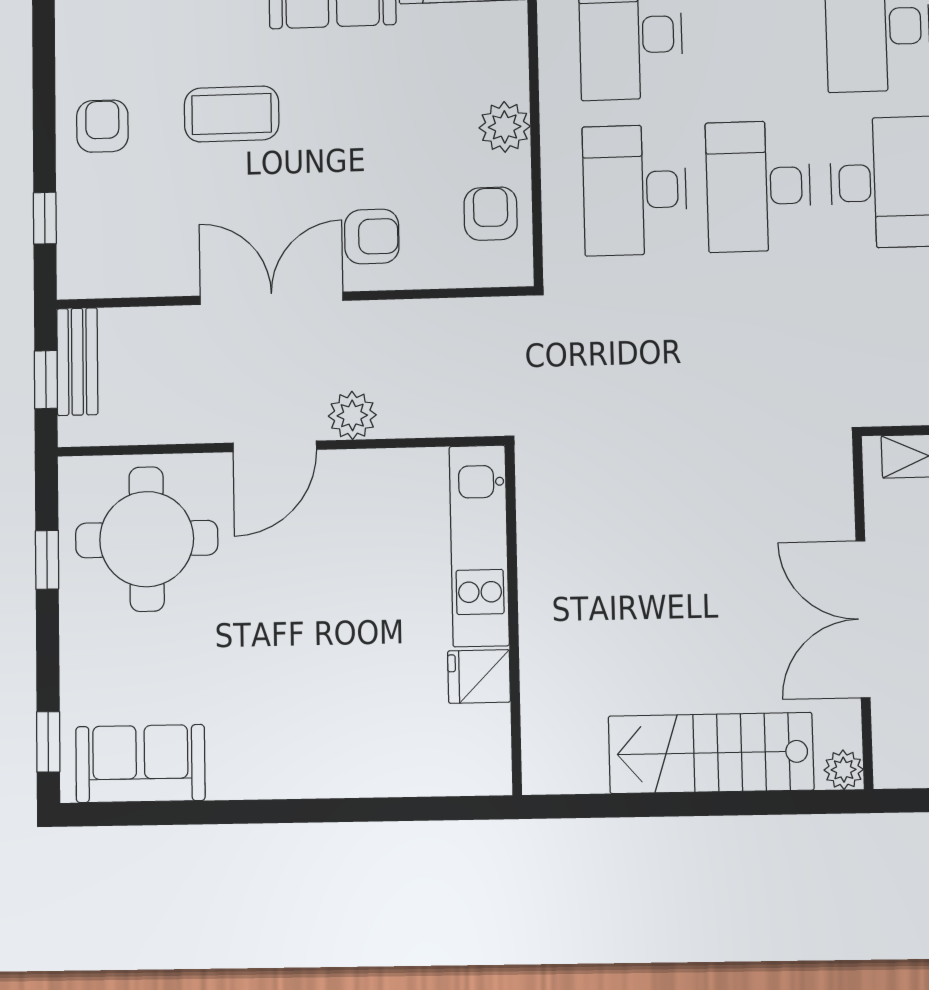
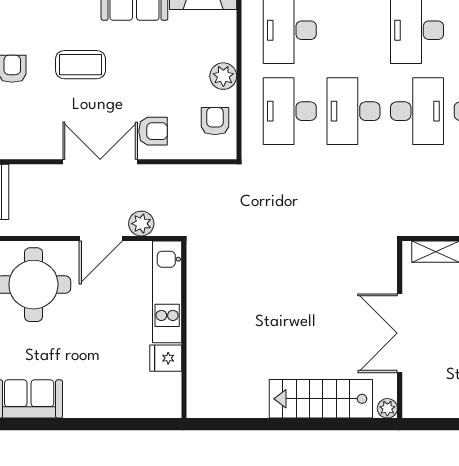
kitchen unit: (479, 546) -> (167, 292), moved
wall: (513, 619) -> (184, 330), moved
fridge: (479, 676) -> (166, 358), moved

